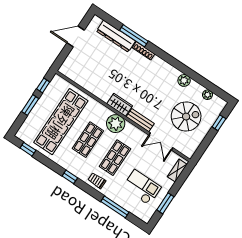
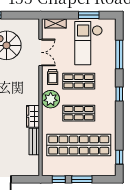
wardrobe: (120, 105) -> (33, 116), moved
bench: (140, 120) -> (34, 142), moved
window: (70, 177) -> (119, 94), moved
trolley: (97, 181) -> (53, 77), moved
checkout: (142, 187) -> (89, 43), width x1.36, depth x1.21

